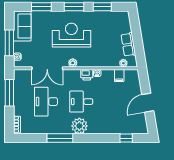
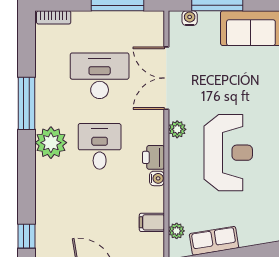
reception desk: (71, 35) -> (228, 153), moved

